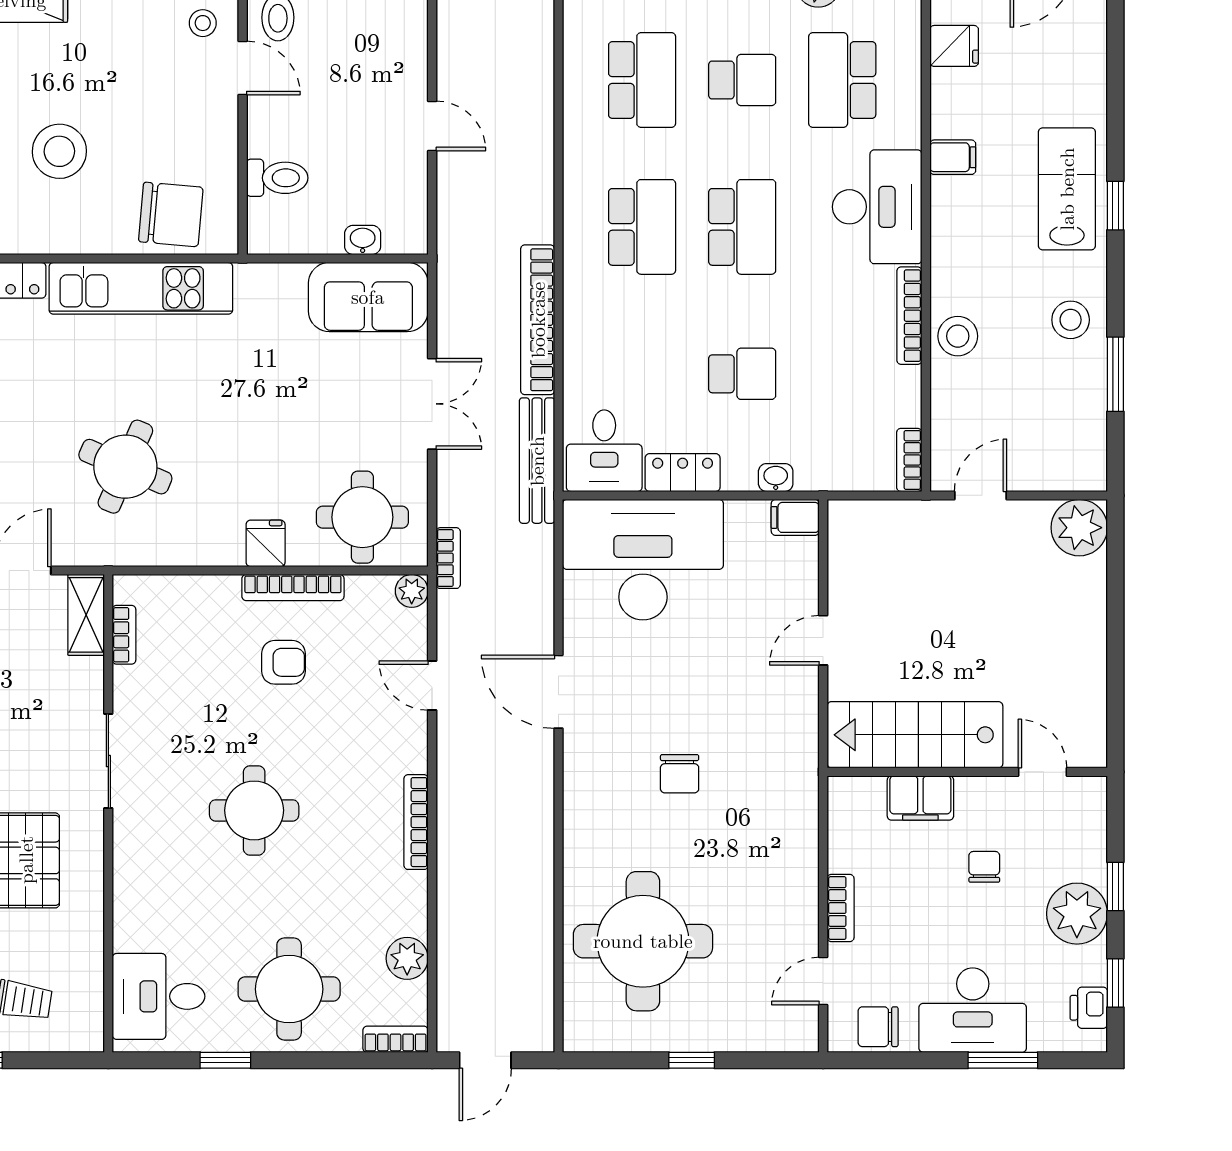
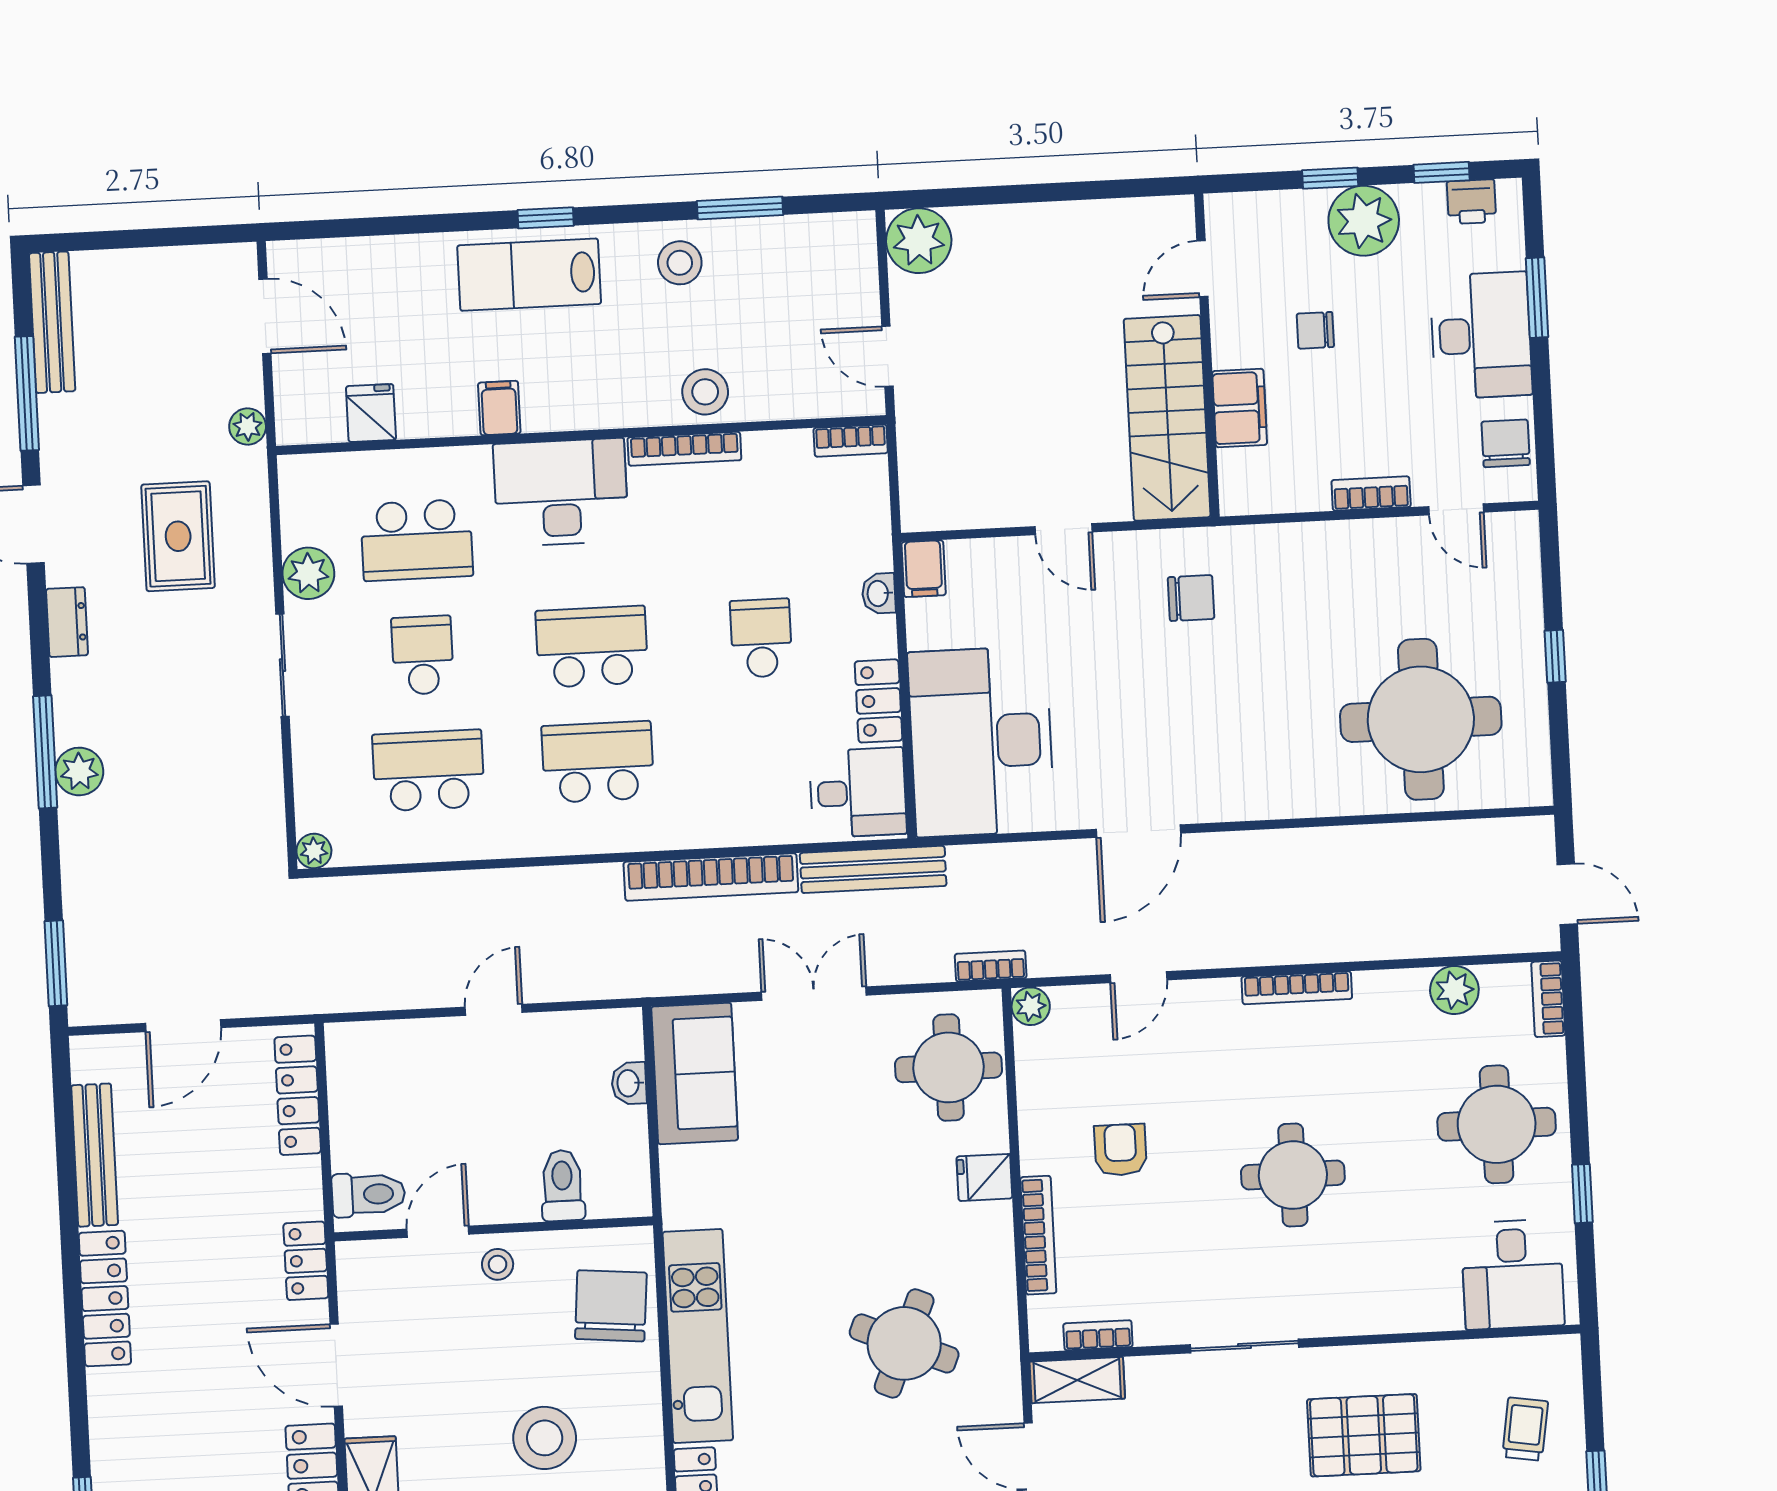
stool: (203, 23) -> (498, 1264), moved
bookcase: (293, 588) -> (1038, 1235), moved
chair: (680, 774) -> (1191, 598), moved
chair: (878, 1027) -> (1506, 443), turned 180

